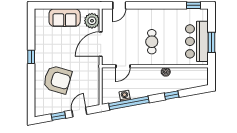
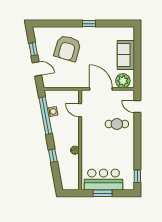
cafe table: (152, 42) -> (117, 124), moved

